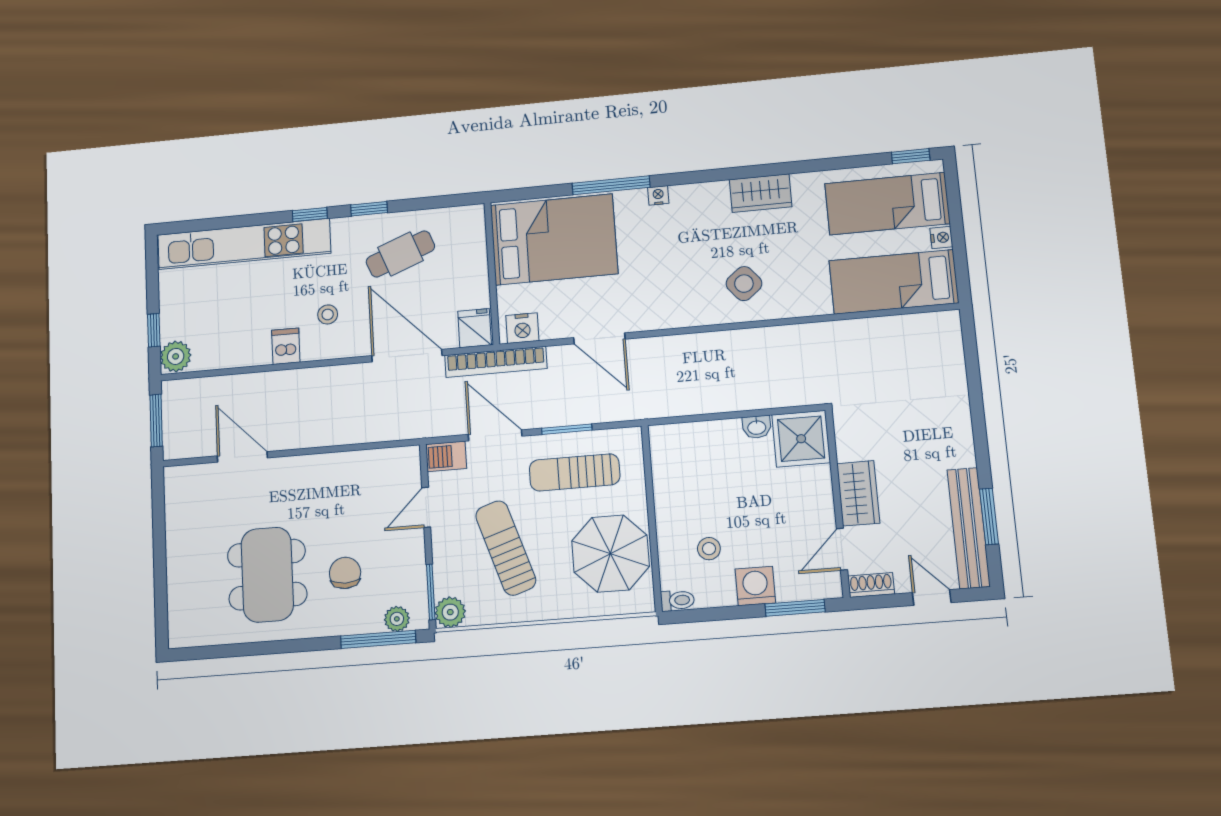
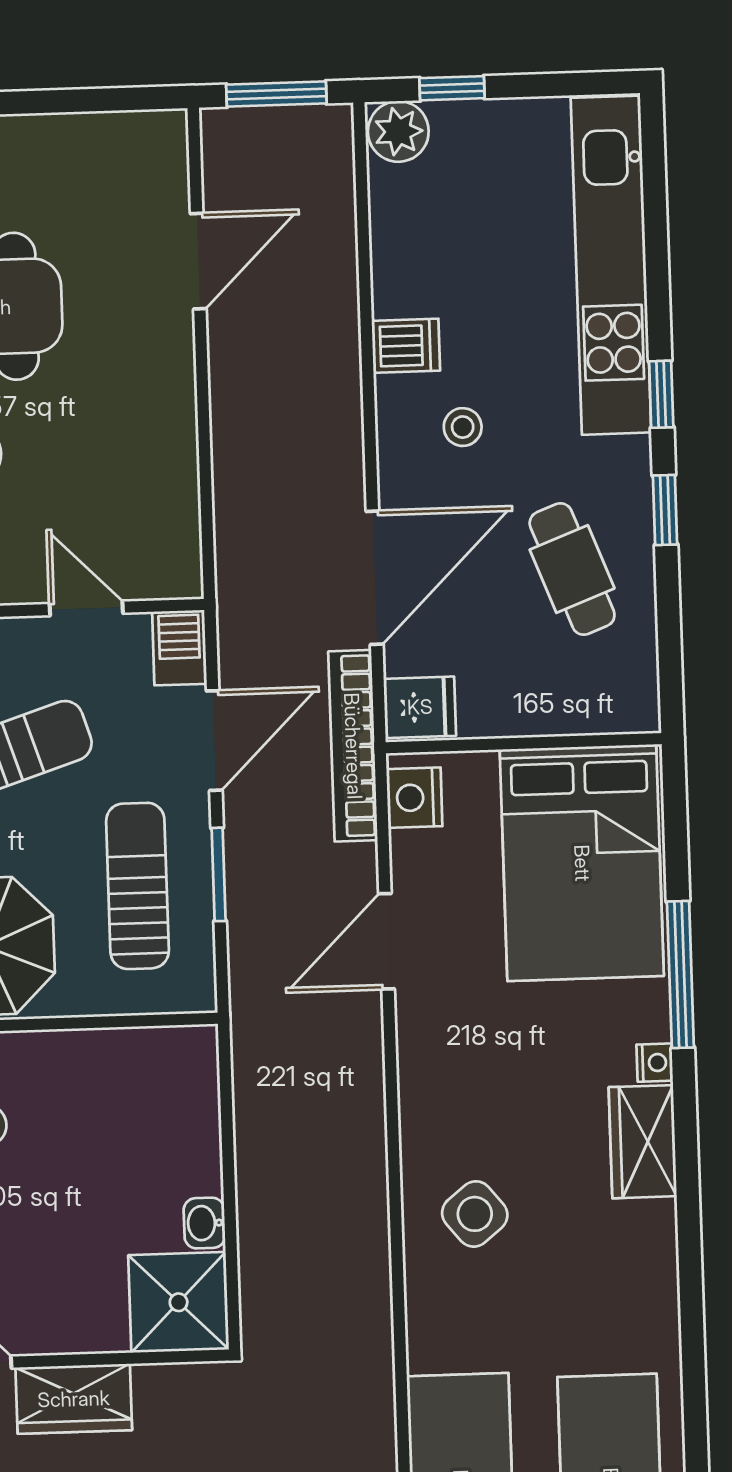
wardrobe: (761, 193) -> (643, 1142), moved

